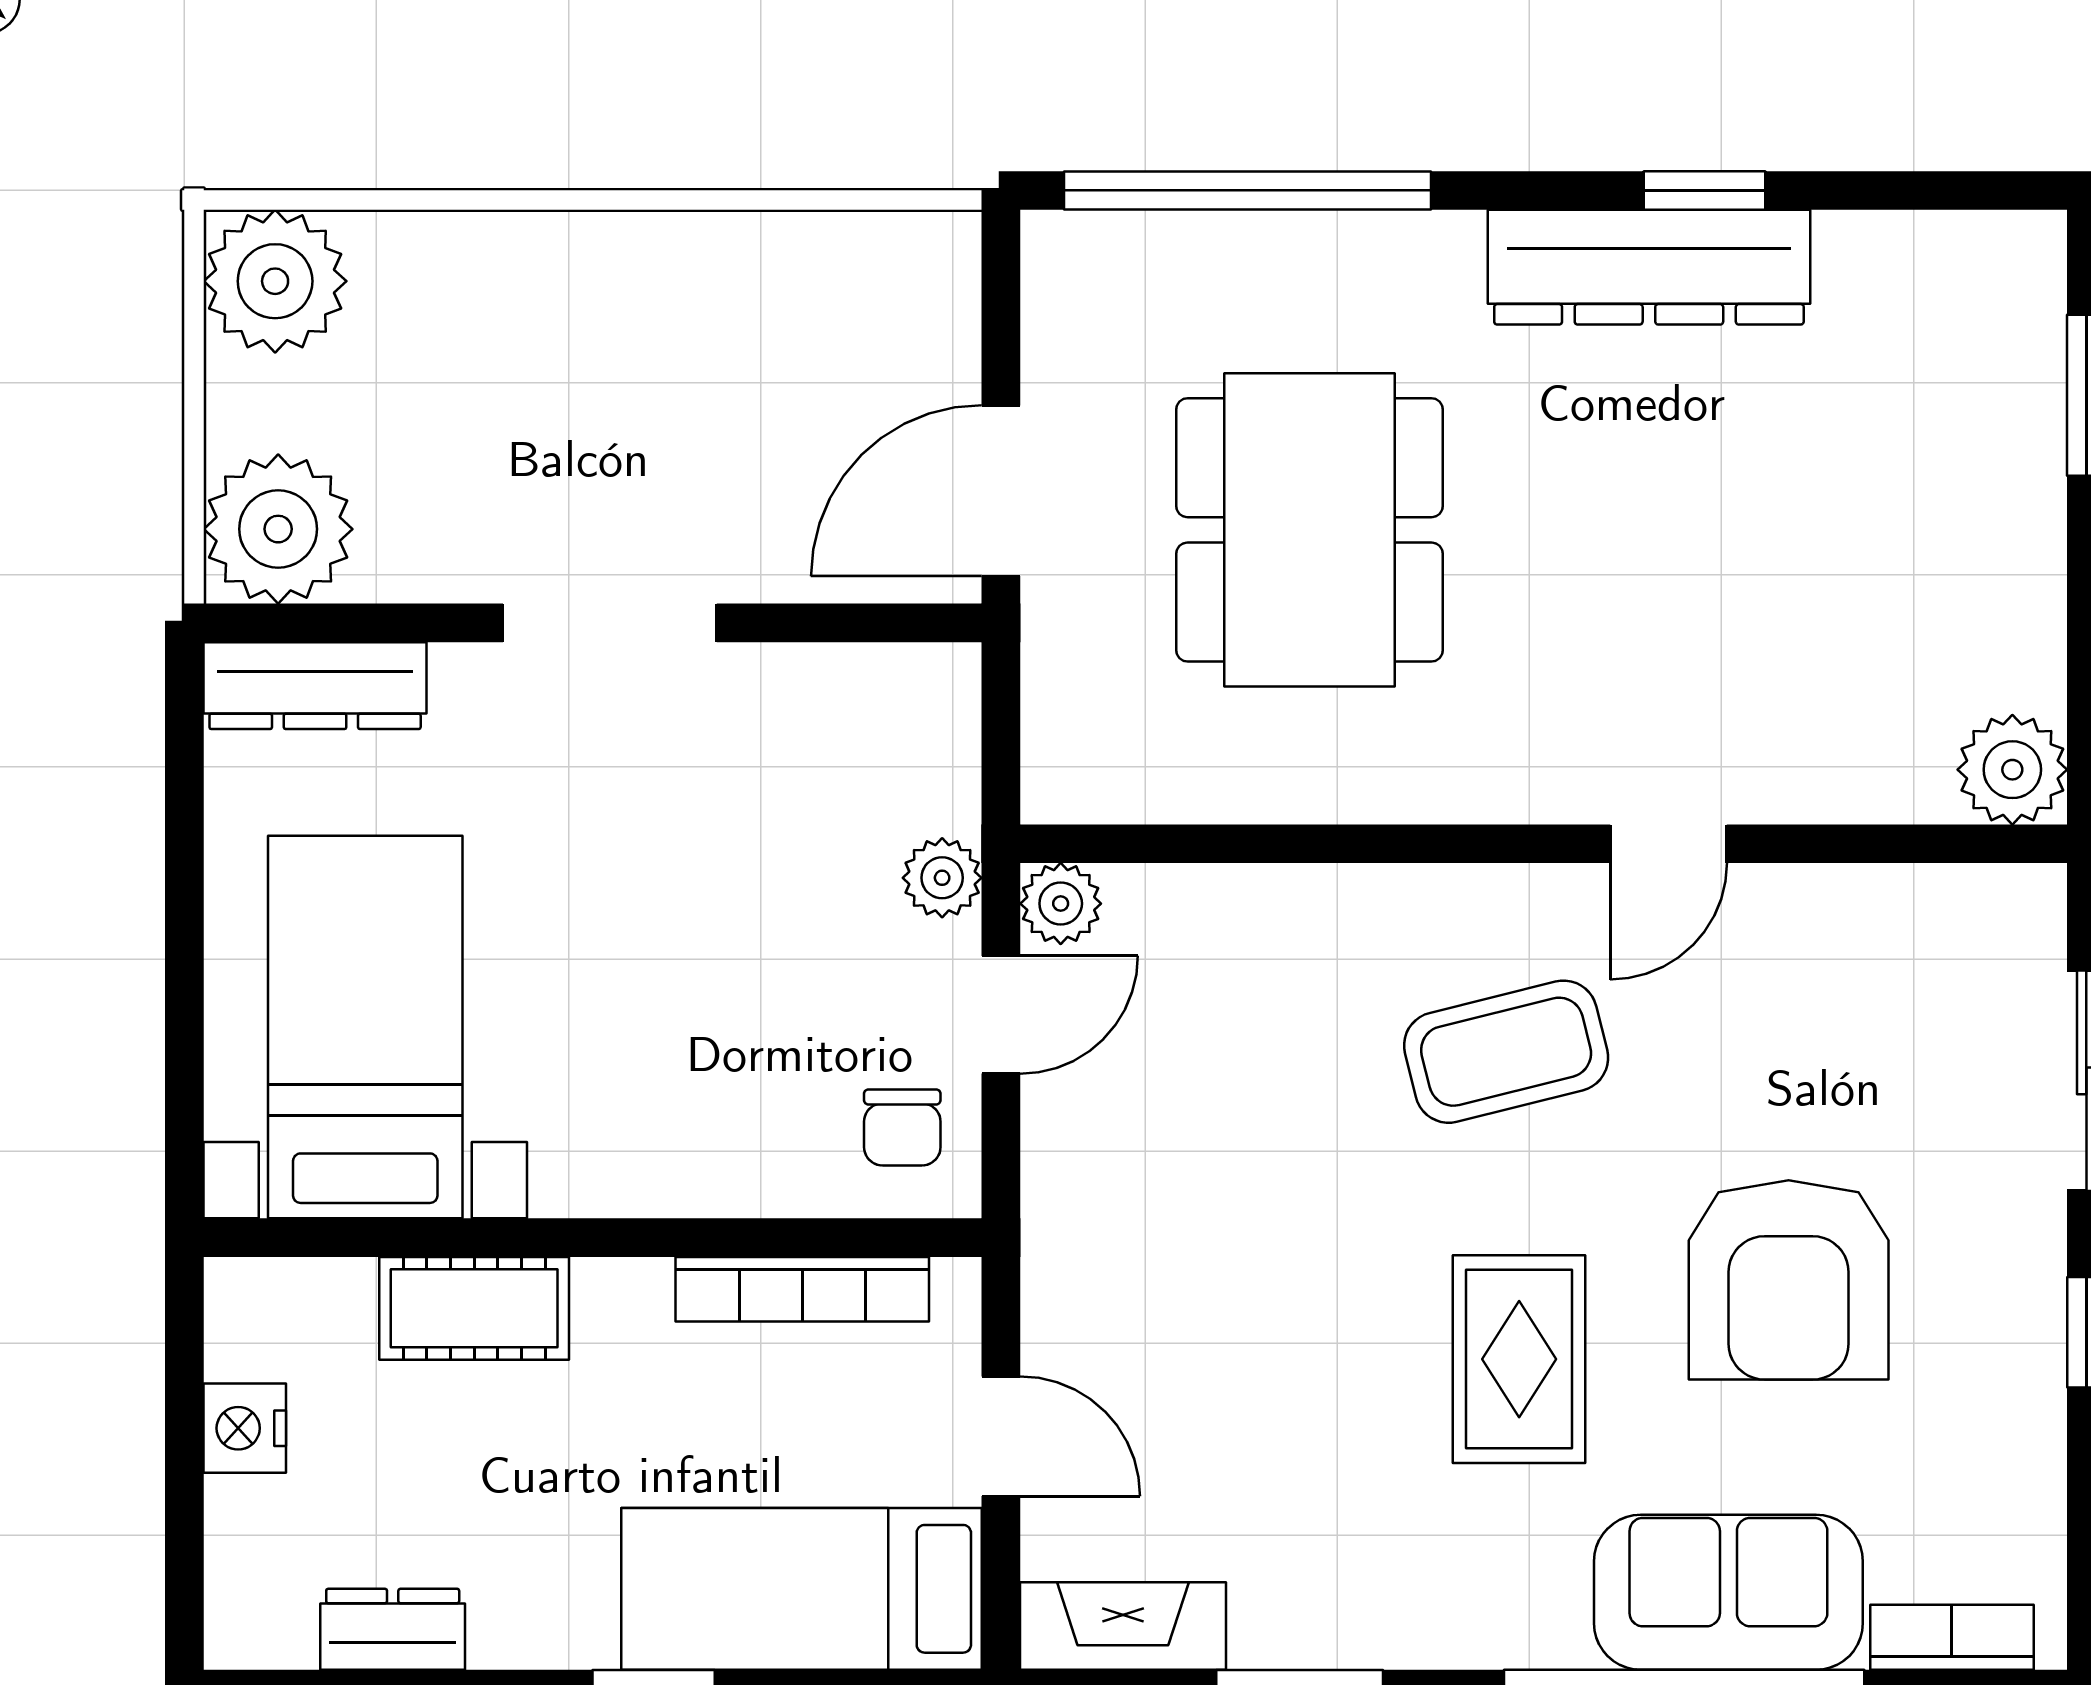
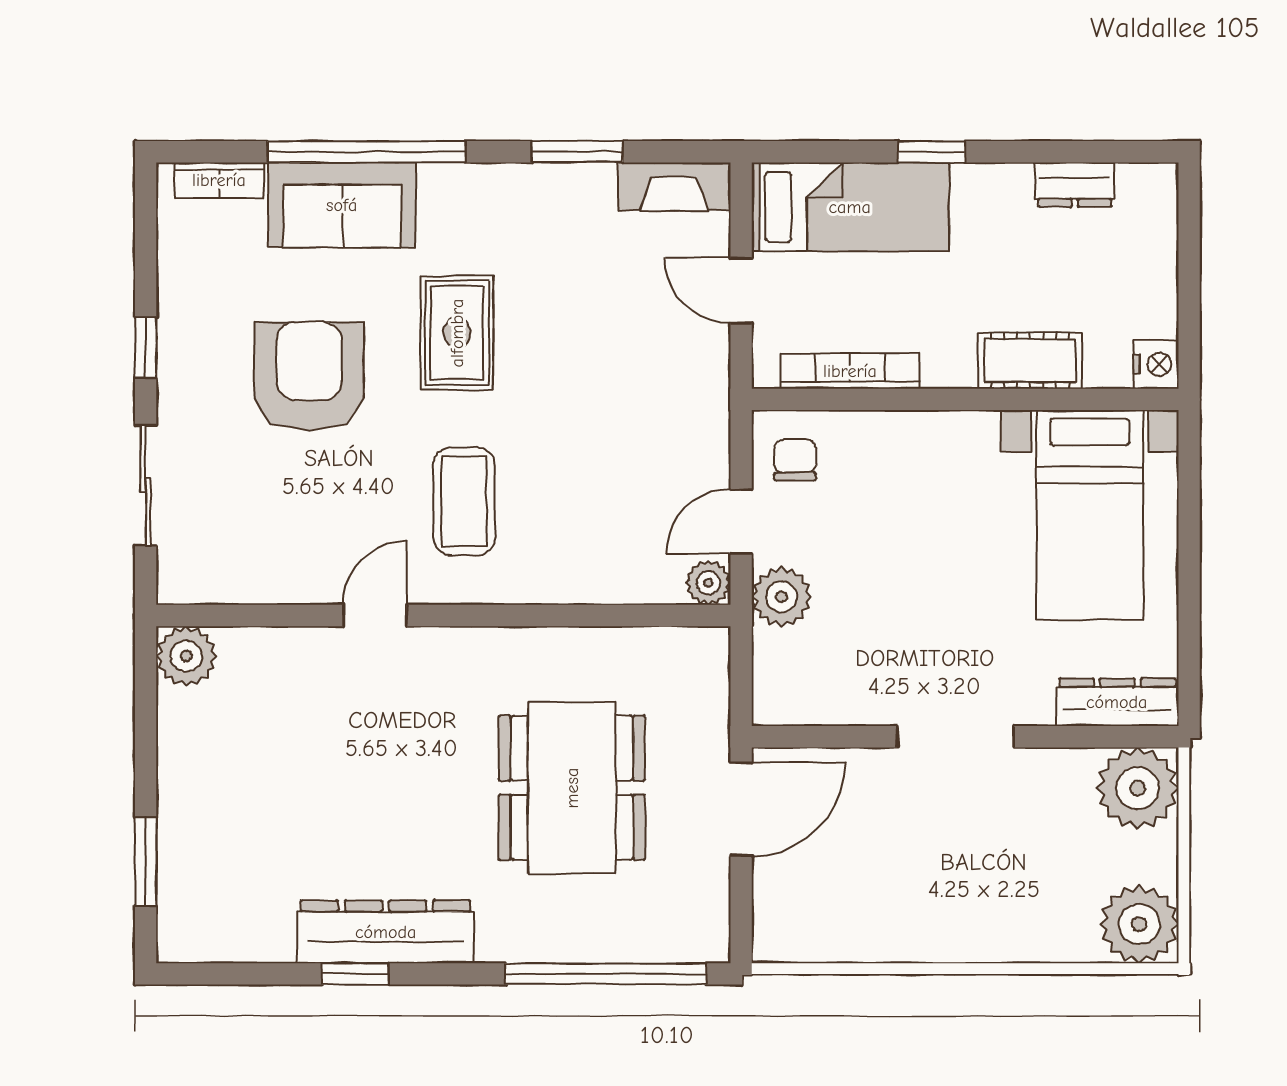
plant: (942, 878) -> (782, 597), width x1.38, depth x1.38
coffee table: (1506, 1052) -> (464, 501), turned -76
nightstand: (245, 1428) -> (1156, 364), moved

